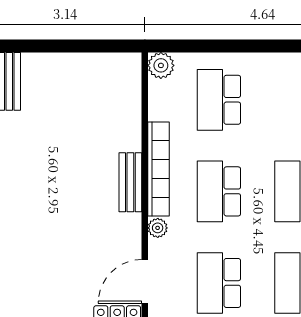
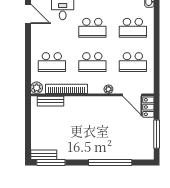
bookcase: (159, 169) -> (67, 89), moved
bench: (130, 182) -> (50, 101), moved

